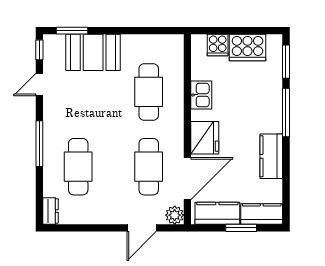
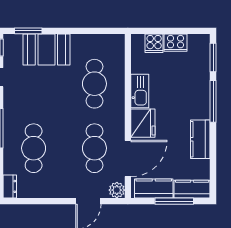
cooker: (247, 48) -> (176, 43), width x0.73, depth x0.76
kitchen sink: (201, 95) -> (140, 91), width x1.38
window: (241, 228) -> (174, 201), width x1.44

